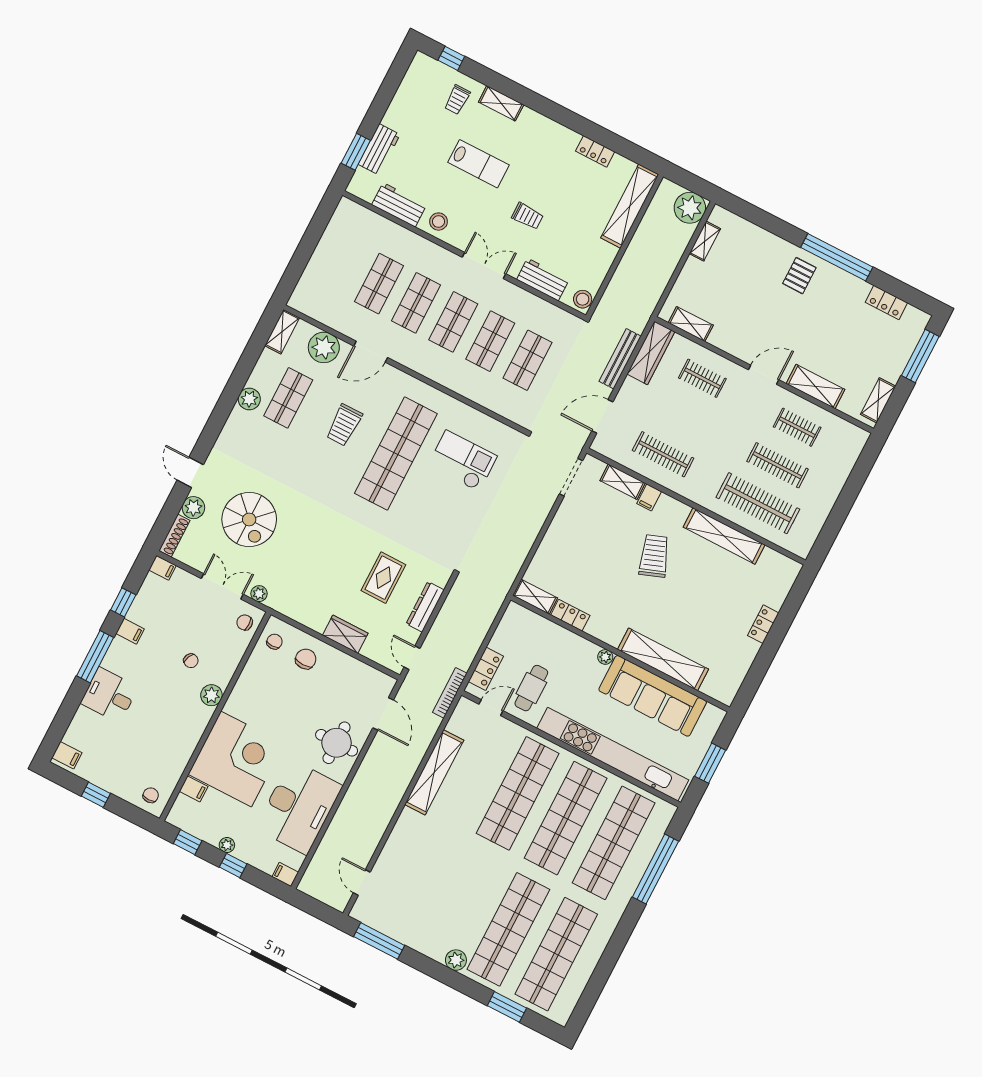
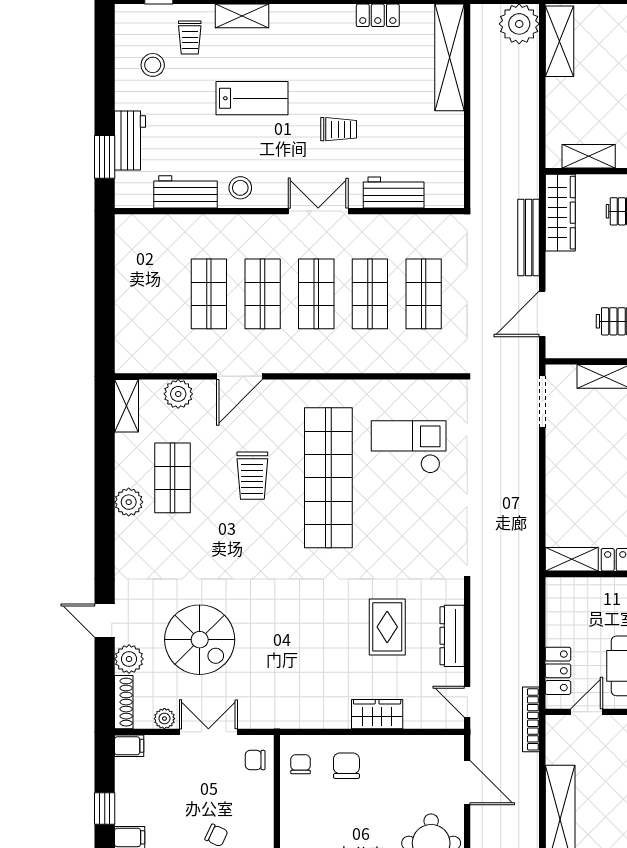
shelving: (705, 241) -> (559, 41), width x1.50, depth x1.33
stool: (583, 299) -> (153, 65), moved
plant: (324, 347) -> (178, 394), width x0.73, depth x0.73
plant: (259, 594) -> (164, 719), moved

